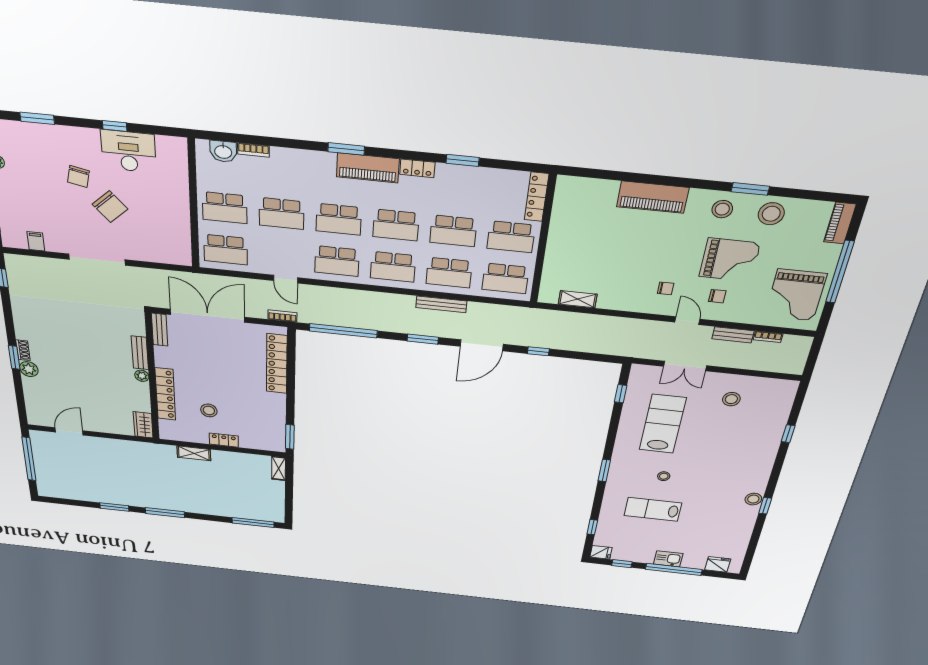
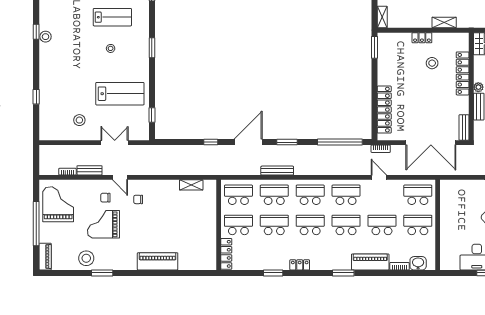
piano: (368, 168) -> (370, 262), moved
stool: (722, 209) -> (115, 258), removed
lab bench: (663, 424) -> (120, 94), turned -90

